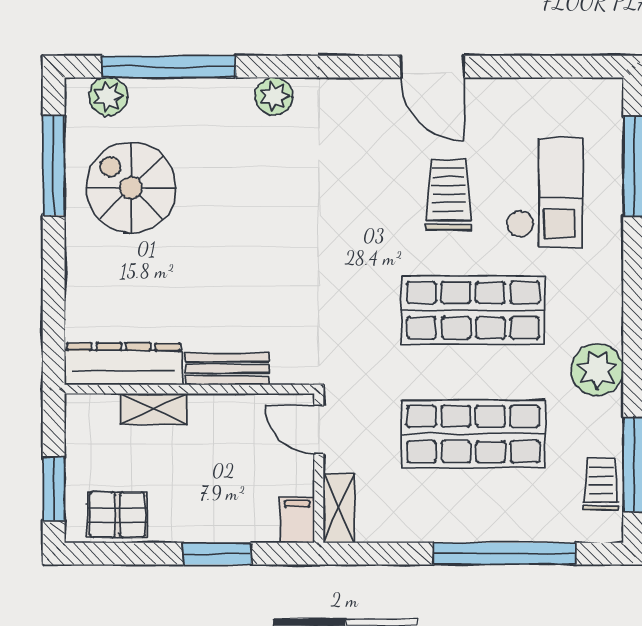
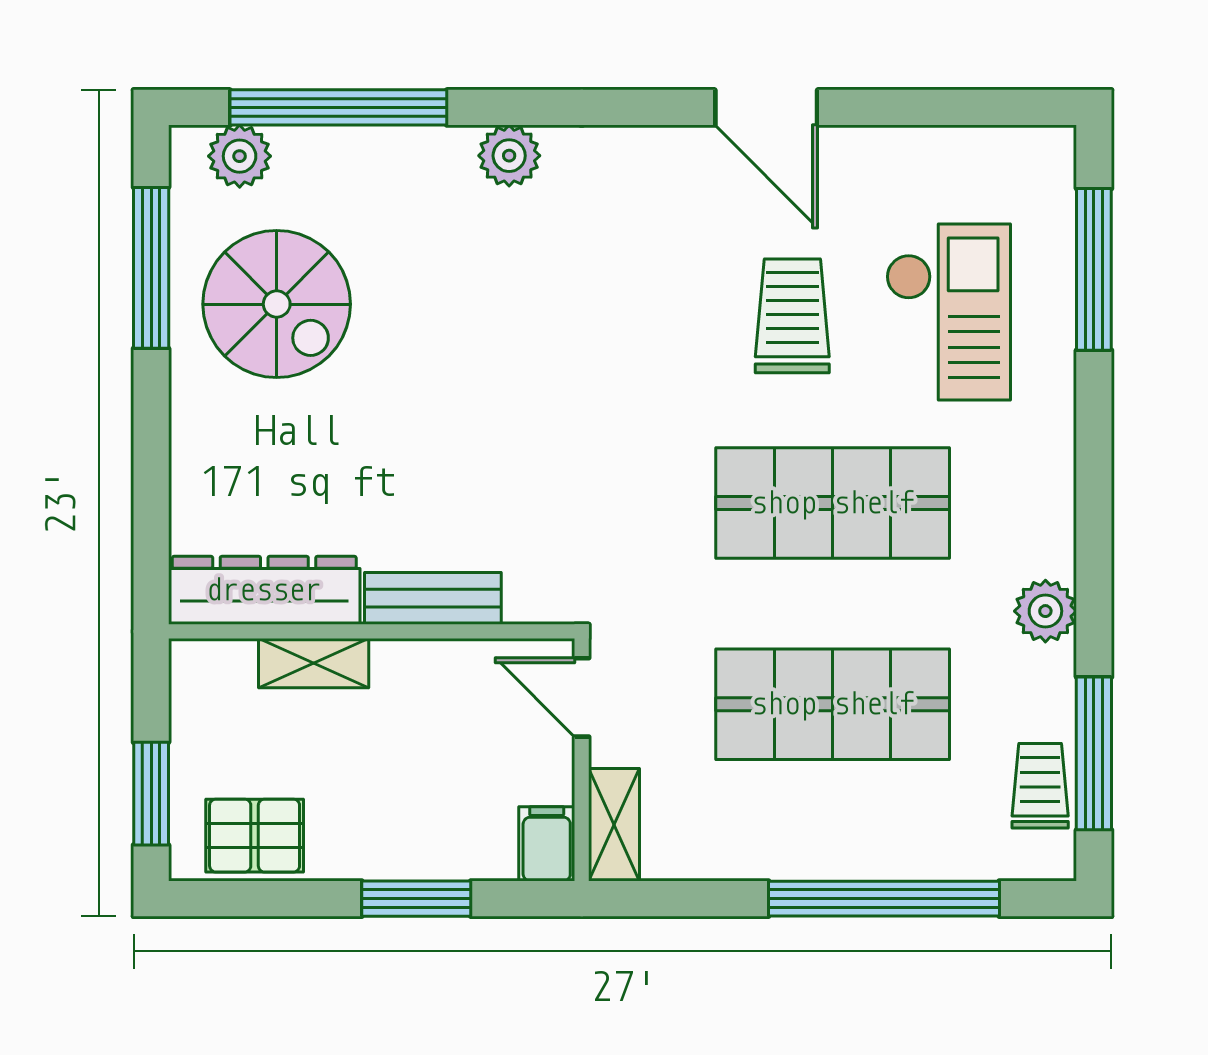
spiral stairs: (131, 188) -> (277, 304), turned 180
plant: (597, 370) -> (1045, 611), width x0.73, depth x0.73

